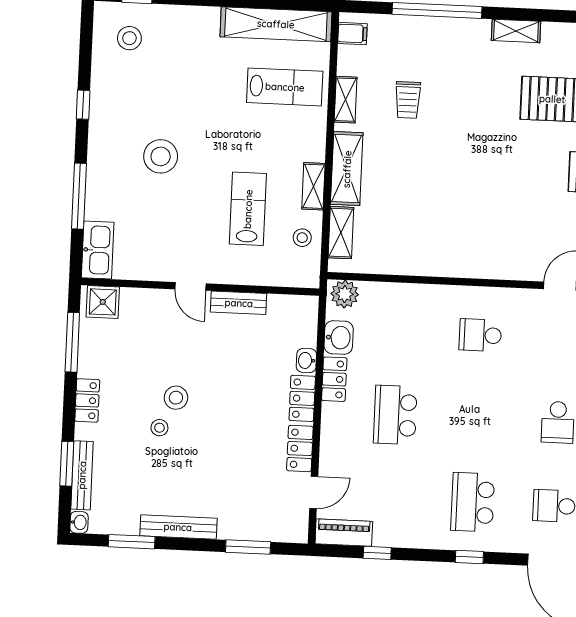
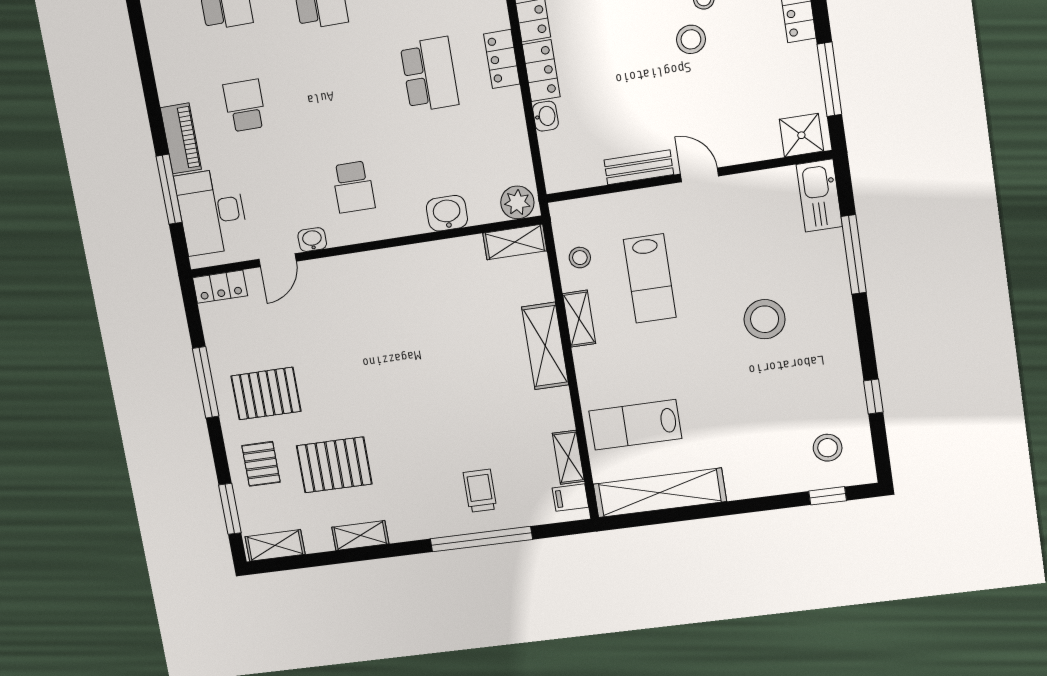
shelving: (516, 31) -> (360, 535), moved
shelving: (346, 100) -> (568, 457), moved
trolley: (408, 100) -> (480, 491), moved
window: (83, 105) -> (873, 397), moved
shelving: (341, 233) -> (515, 242), moved, turned 90
washbasin: (526, 298) -> (312, 240), added
school desk: (480, 335) -> (353, 187), turned 90
washbasin: (339, 338) -> (447, 213), moved, turned 90
locker: (334, 379) -> (502, 59), moved

